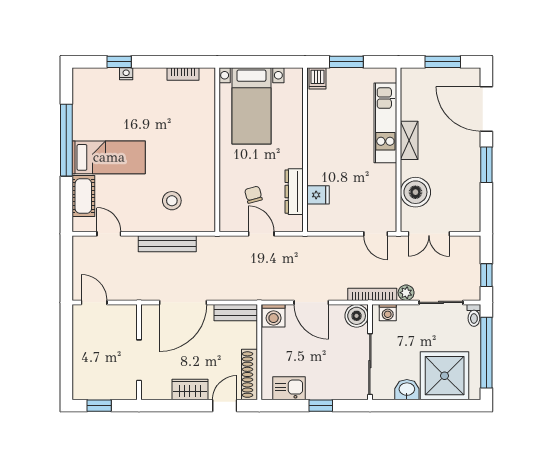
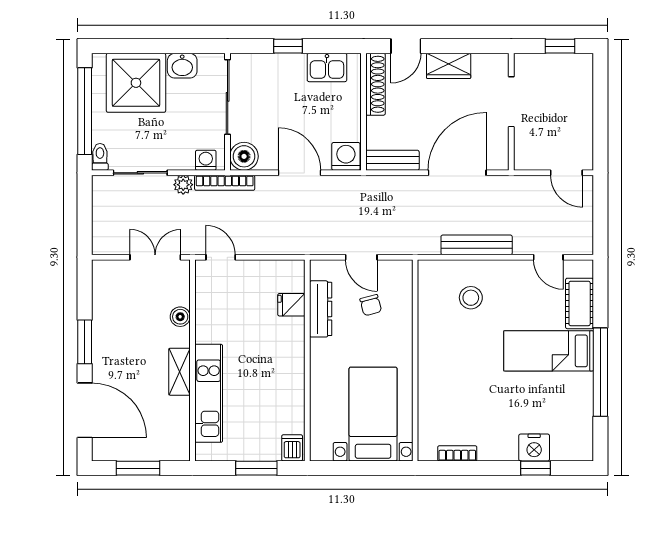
nightstand: (126, 74) -> (534, 448), width x1.89, depth x1.79
boiler: (415, 192) -> (180, 317), width x0.54, depth x0.54
window: (486, 275) -> (85, 206), removed

